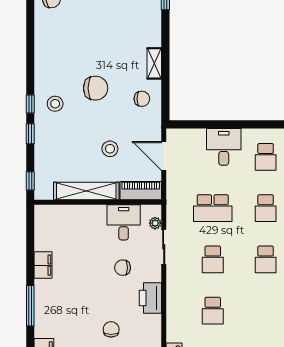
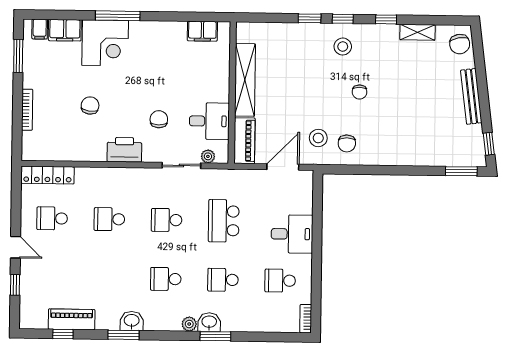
shelving: (154, 63) -> (417, 32), moved
chair: (96, 88) -> (360, 92), width x0.54, depth x0.54
stool: (110, 149) -> (318, 138), moved
window: (30, 181) -> (386, 19), moved
filing cabinet: (43, 265) -> (202, 31), moved
corner desk: (55, 317) -> (105, 43), added
chair: (111, 329) -> (90, 106), turned -82

